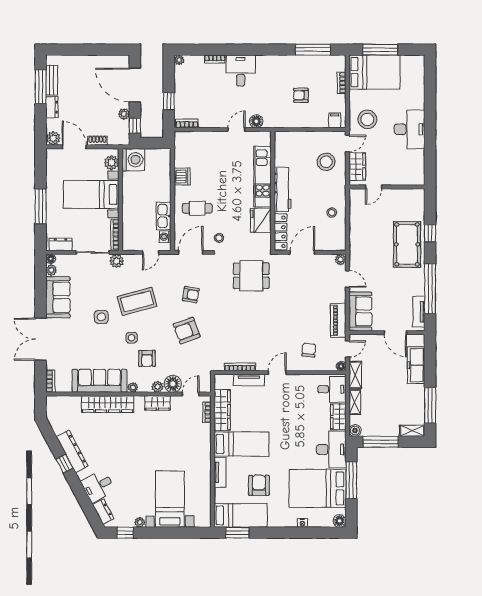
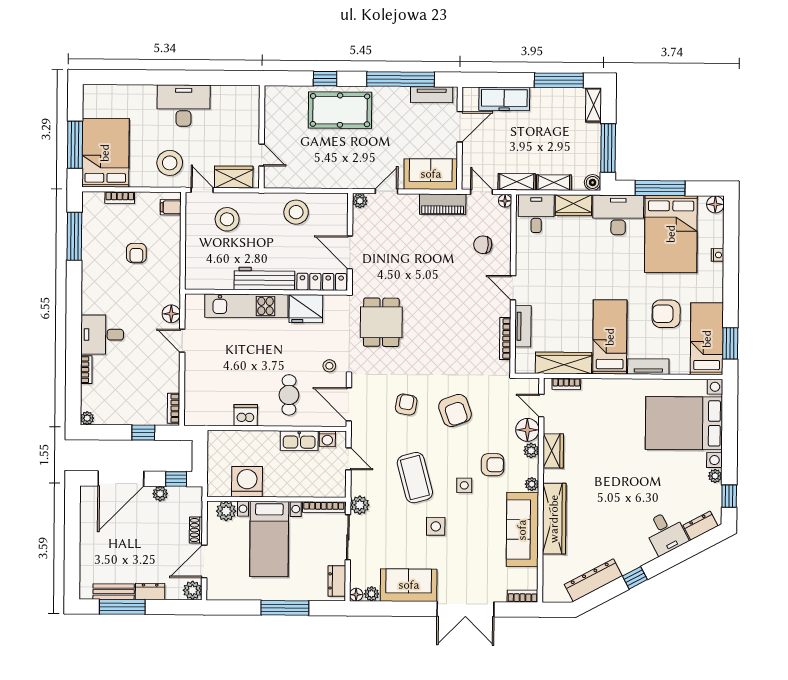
washing machine: (133, 160) -> (247, 482), moved
stool: (332, 213) -> (296, 212), width x1.89, depth x1.89
dresser: (72, 451) -> (593, 580), moved
bed with nightstands: (170, 499) -> (684, 423), width x1.36

